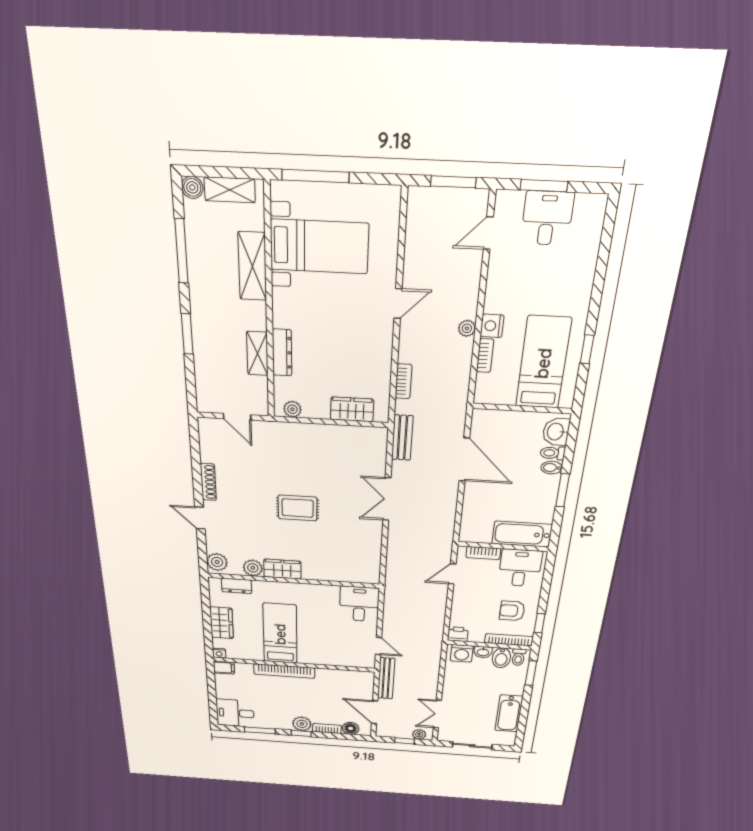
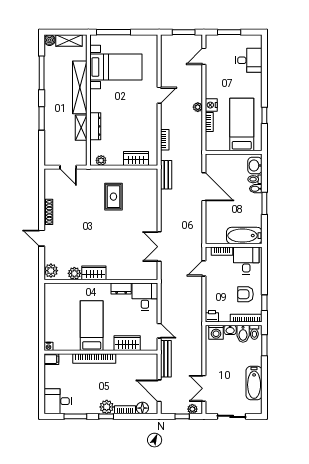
desk: (547, 218) -> (249, 60), moved, turned 90
shelving: (252, 266) -> (80, 87), width x1.47
double door: (387, 499) -> (159, 247), moved
rug: (298, 508) -> (113, 197), moved, turned 90
dresser: (237, 586) -> (121, 288), moved
wardrobe: (222, 623) -> (127, 343), moved, turned -90

